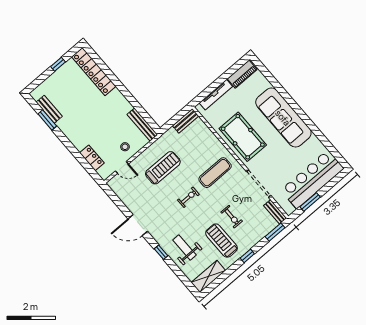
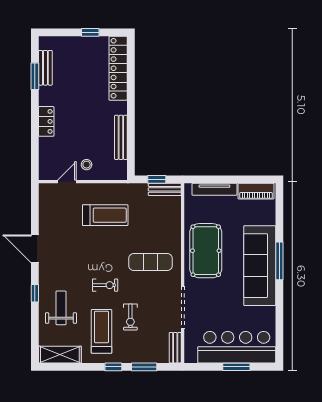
window: (293, 104) -> (279, 261), added
window: (176, 119) -> (157, 179), added
bench: (142, 125) -> (121, 137), moved
locker: (92, 158) -> (46, 121), moved
door: (122, 167) -> (67, 182), swing flipped
exercise bike: (188, 197) -> (105, 285), moved
window: (310, 202) -> (236, 367), moved
window: (275, 232) -> (144, 367), moved

